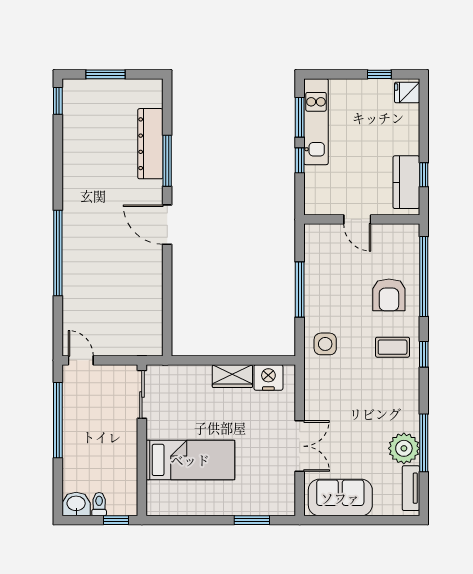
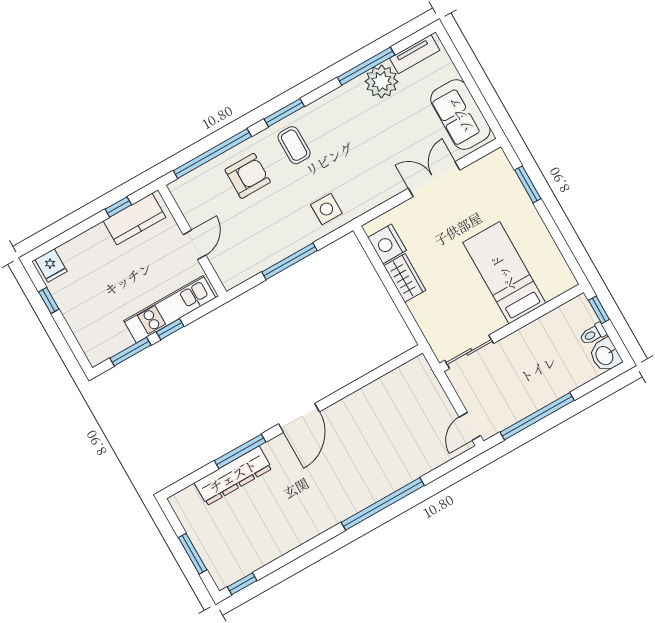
kitchen unit: (316, 122) -> (170, 309), moved
window: (424, 354) -> (284, 113), width x1.50

